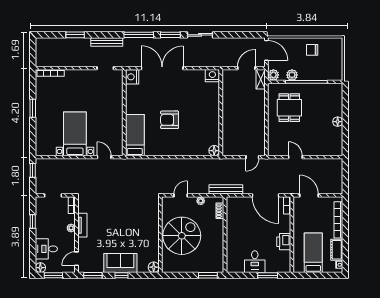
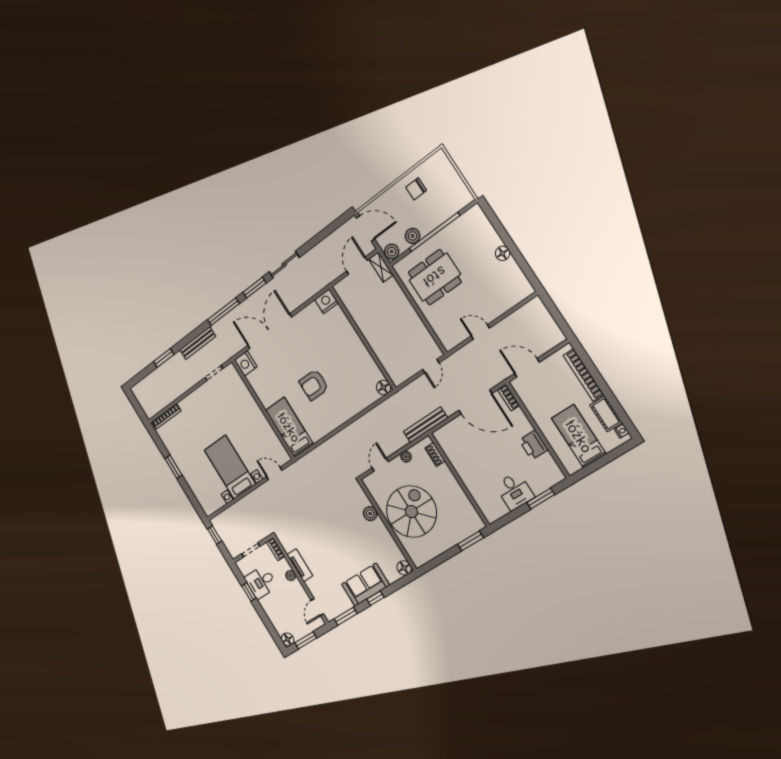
dining table: (289, 108) -> (435, 277), width x1.38
plant: (153, 221) -> (370, 514), added
desk: (46, 249) -> (261, 582), moved

